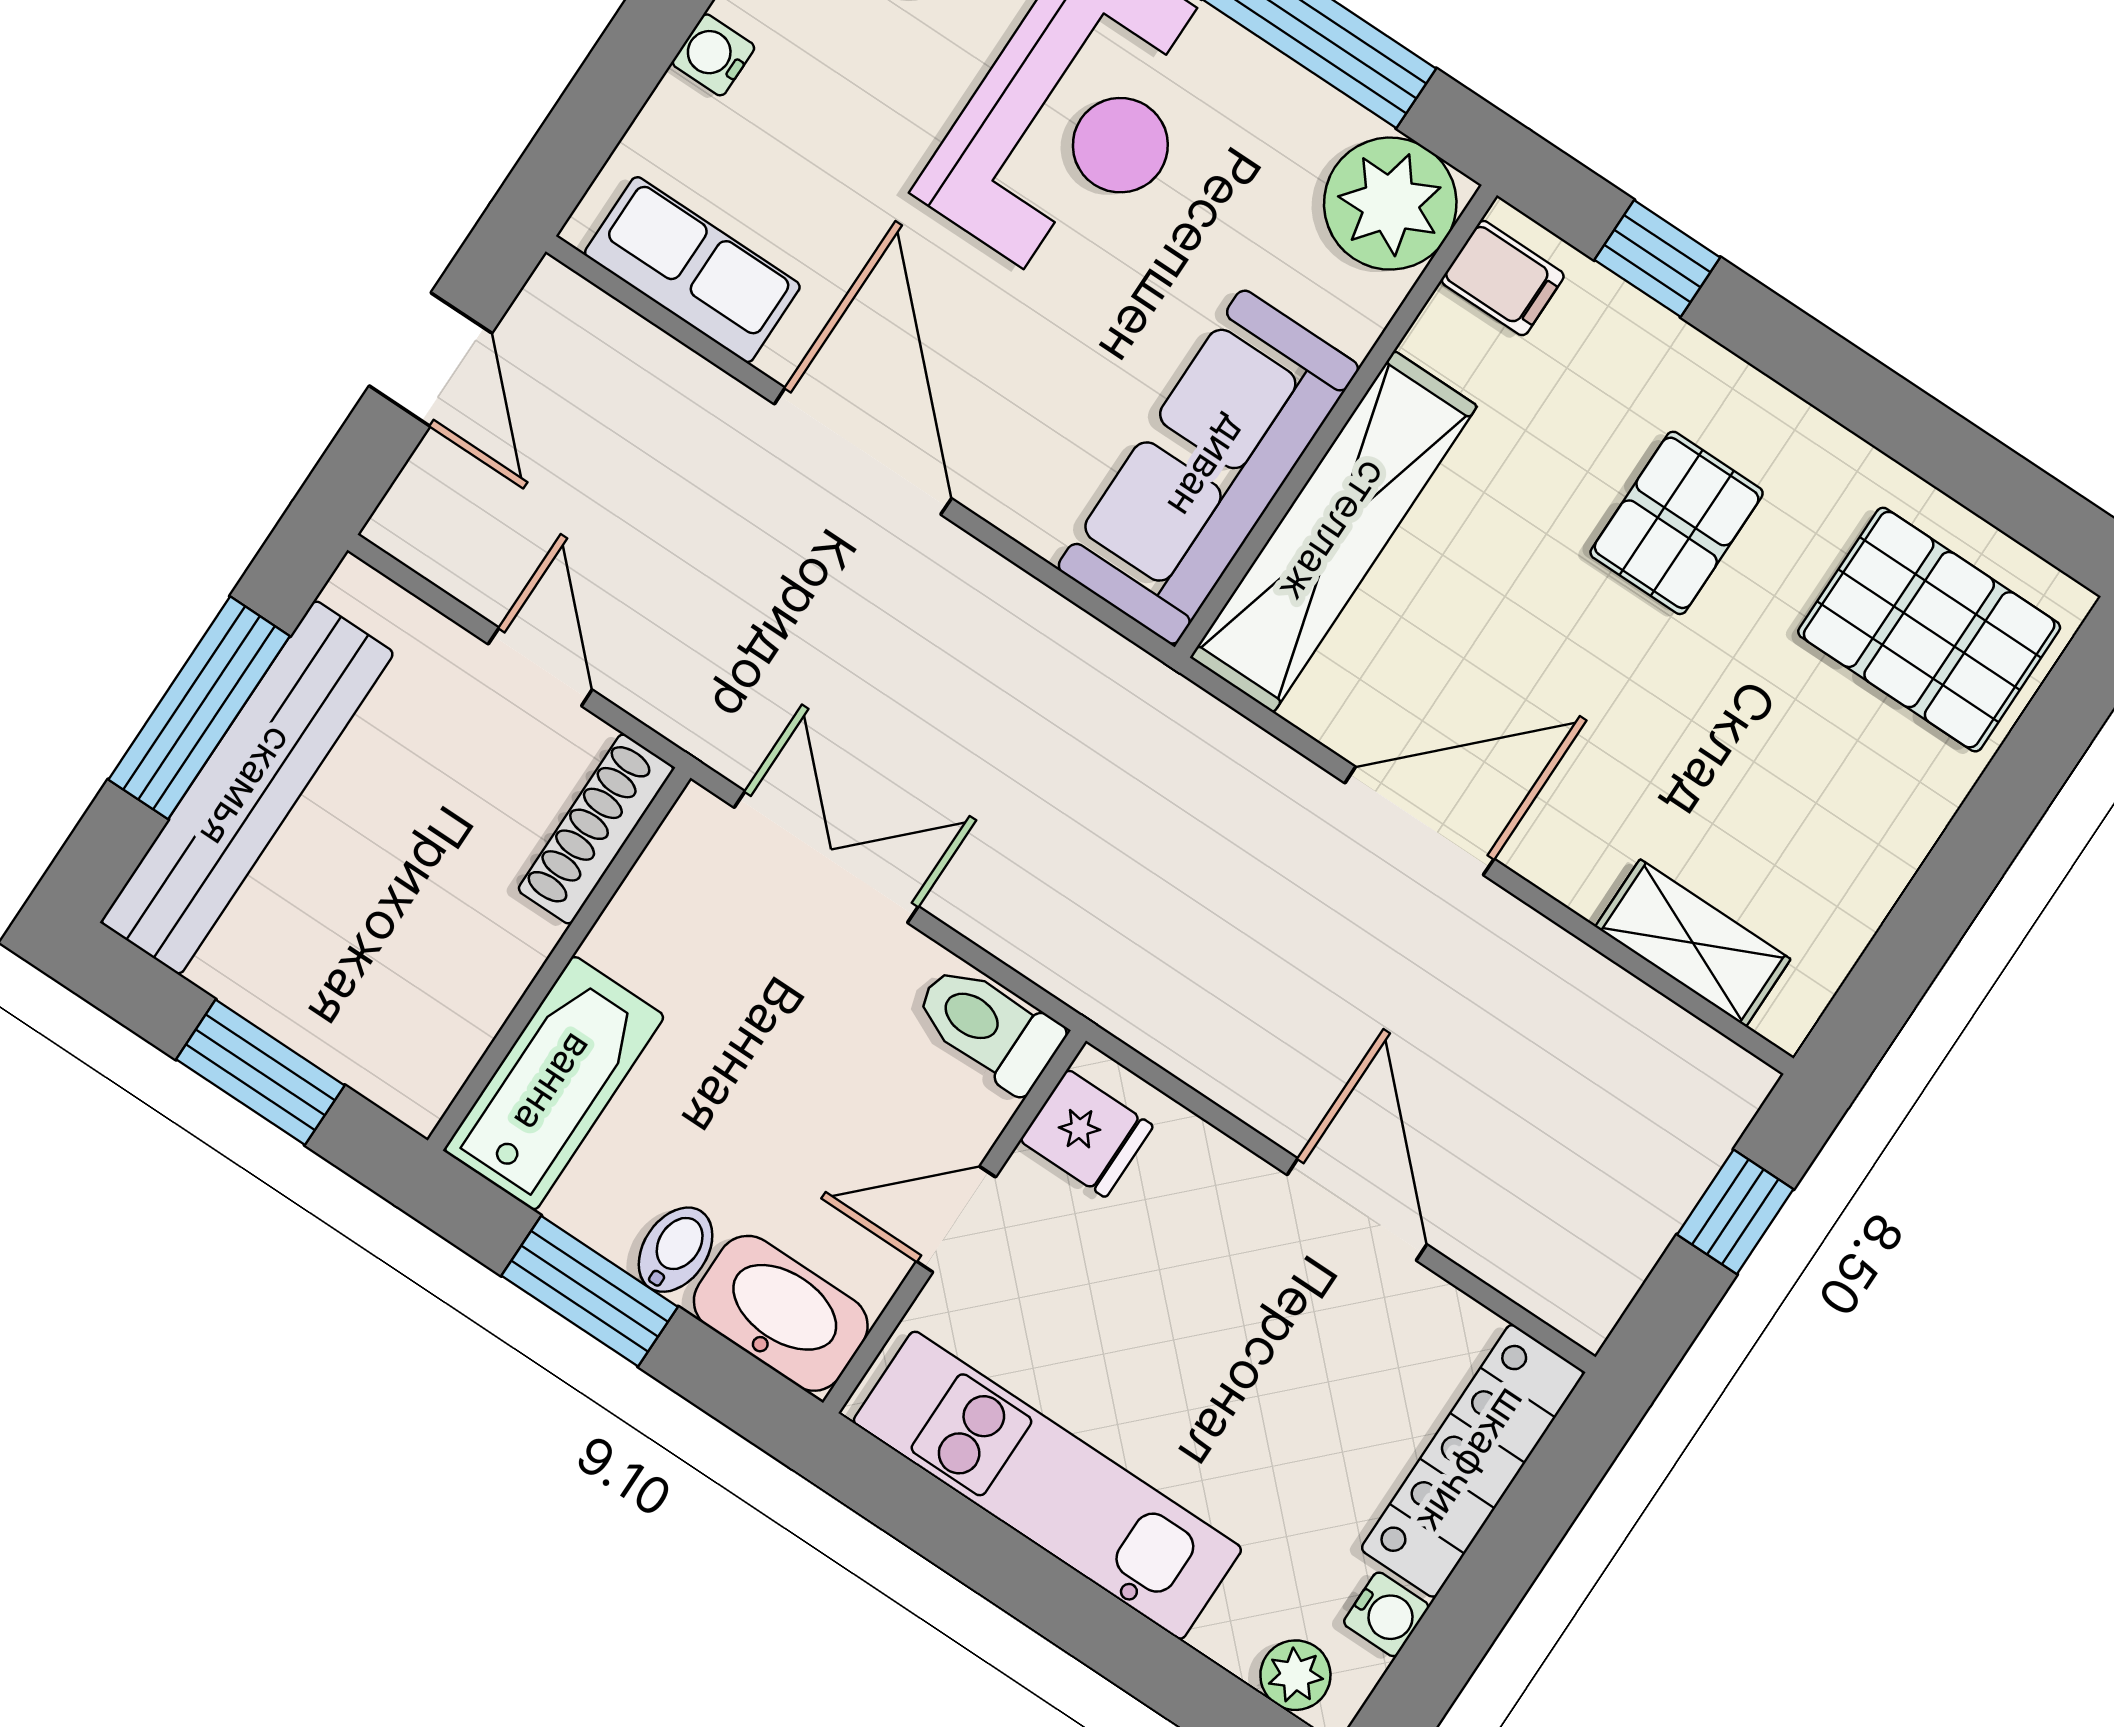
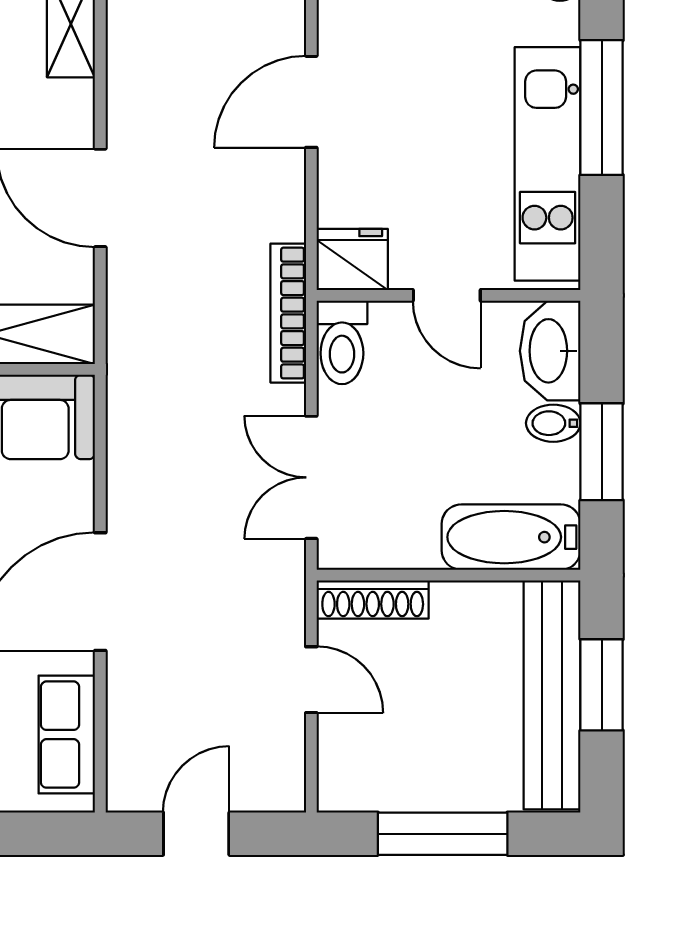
door: (540, 667) -> (311, 680), swing flipped
bench: (247, 787) -> (552, 695), moved, turned 90
bookcase: (1080, 979) -> (288, 313), added
fridge: (1086, 1133) -> (352, 259), width x1.38
window: (1076, 1615) -> (602, 108), added

